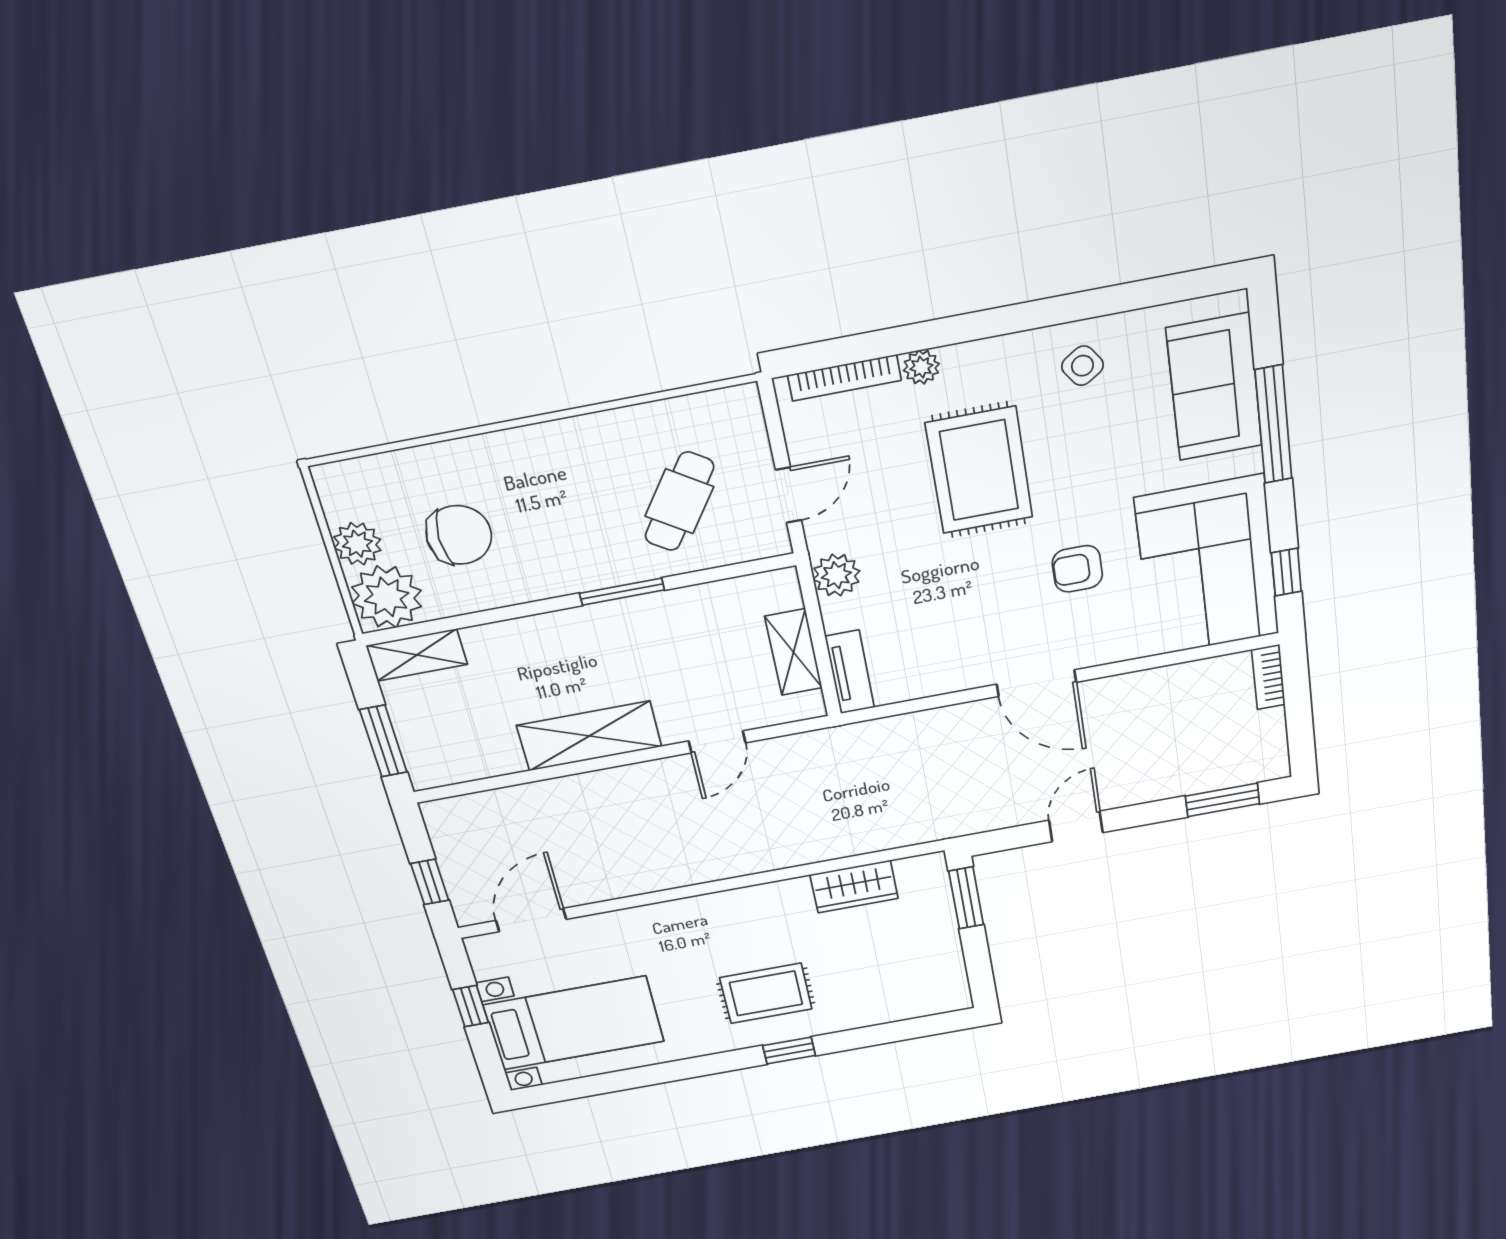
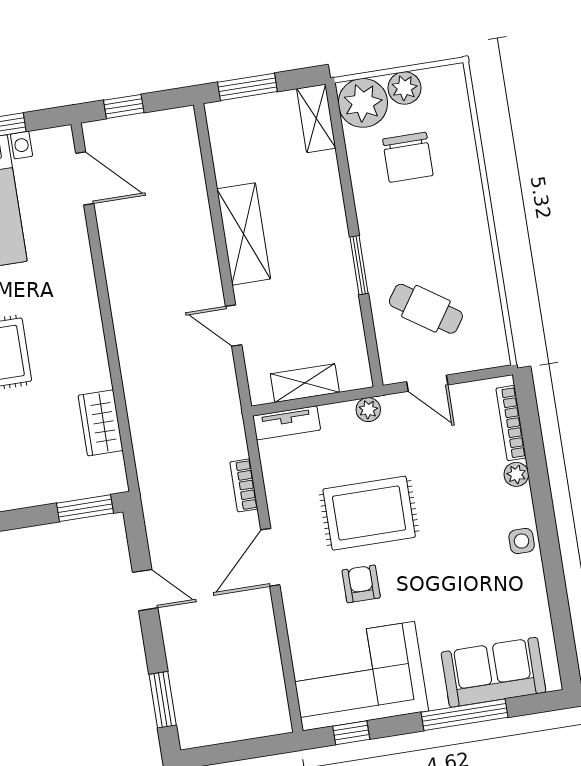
side table: (1083, 366) -> (522, 541), moved, turned 34
rug: (979, 470) -> (369, 513), moved
plant: (836, 575) -> (368, 410), width x0.73, depth x0.73
bookcase: (1268, 677) -> (244, 485), moved, turned -90

